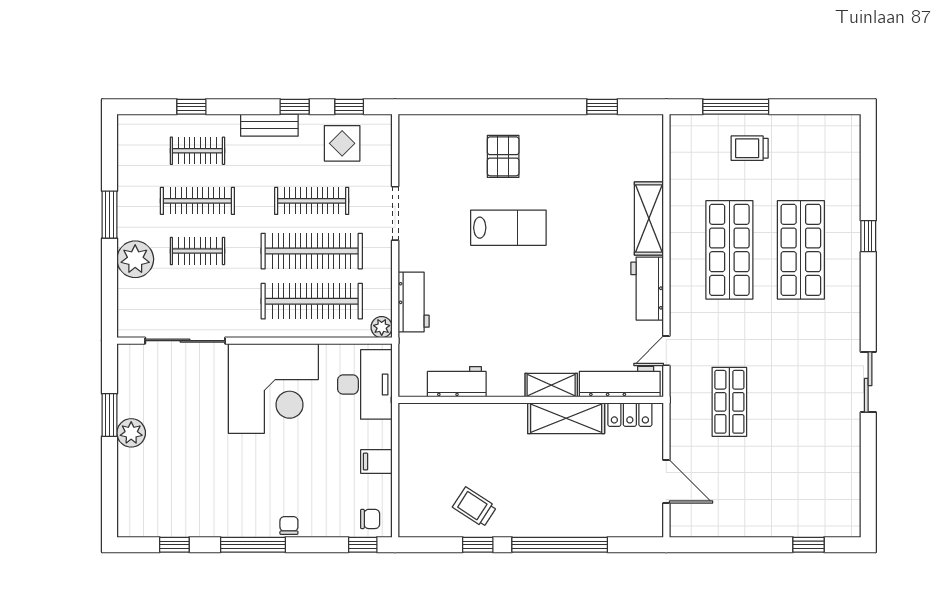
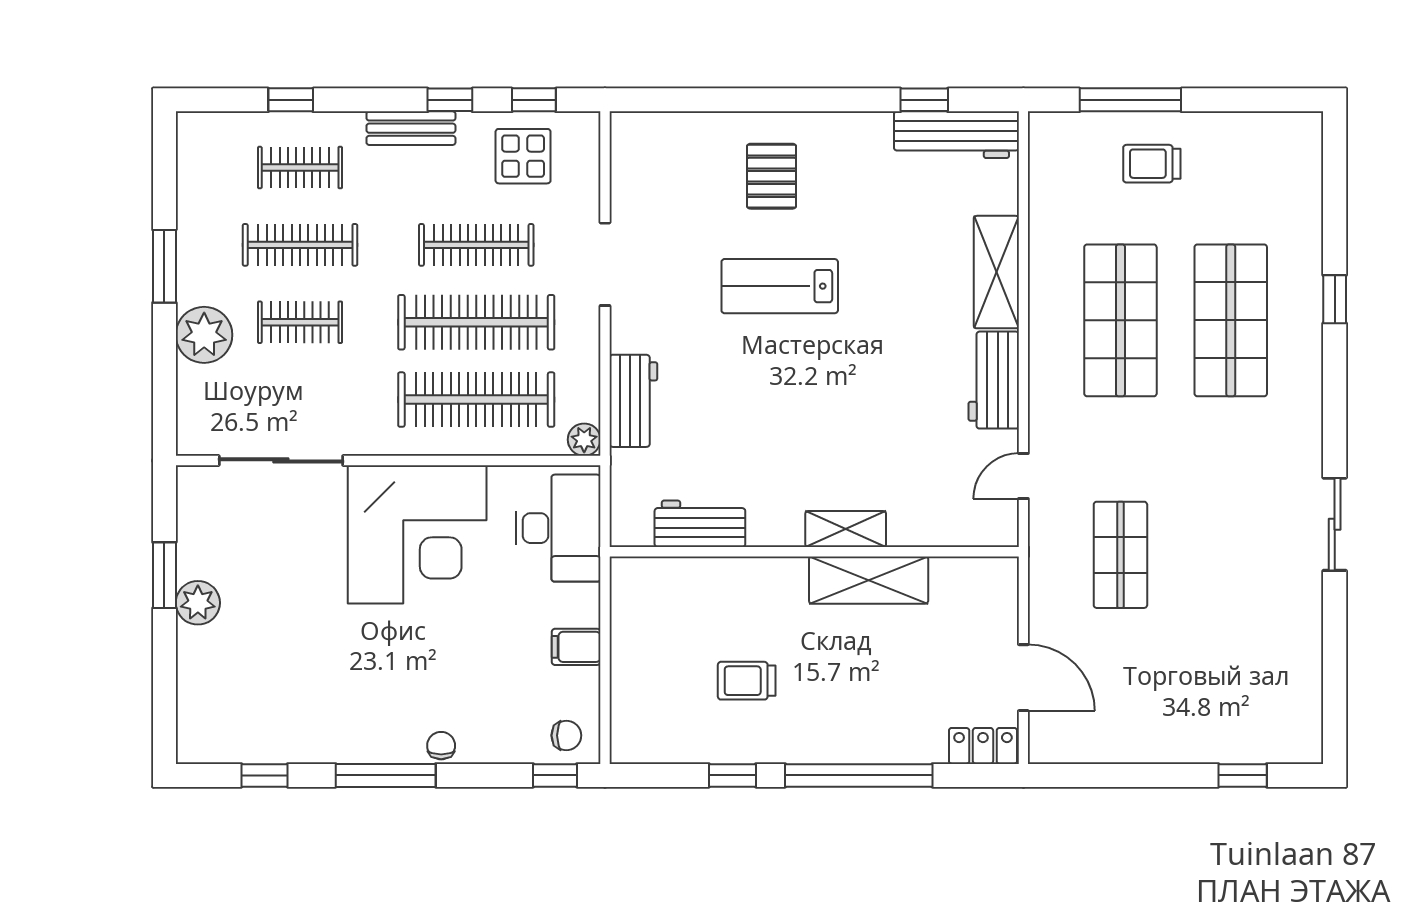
lab bench: (508, 228) -> (780, 286), turned 180
workbench: (620, 382) -> (956, 135), moved, turned 180
locker: (630, 415) -> (983, 746), moved, turned 180
trolley: (475, 507) -> (747, 681), moved, turned -33

